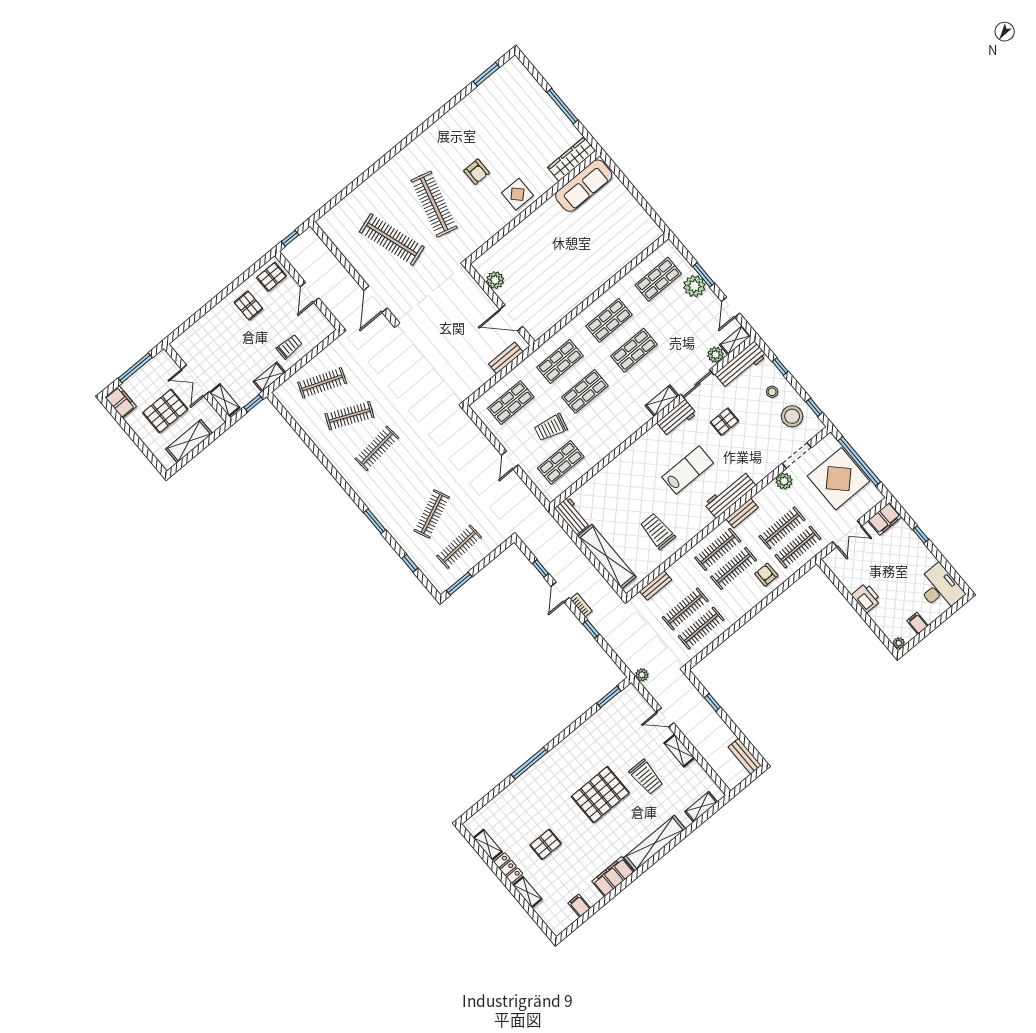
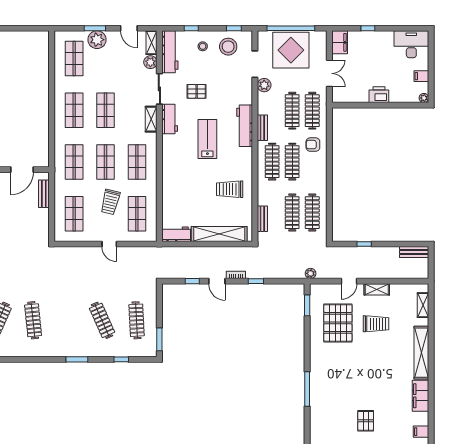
shop shelf: (610, 421) -> (137, 162), added
pallet: (724, 422) -> (197, 91), turned 90
pallet: (600, 795) -> (338, 323), moved

